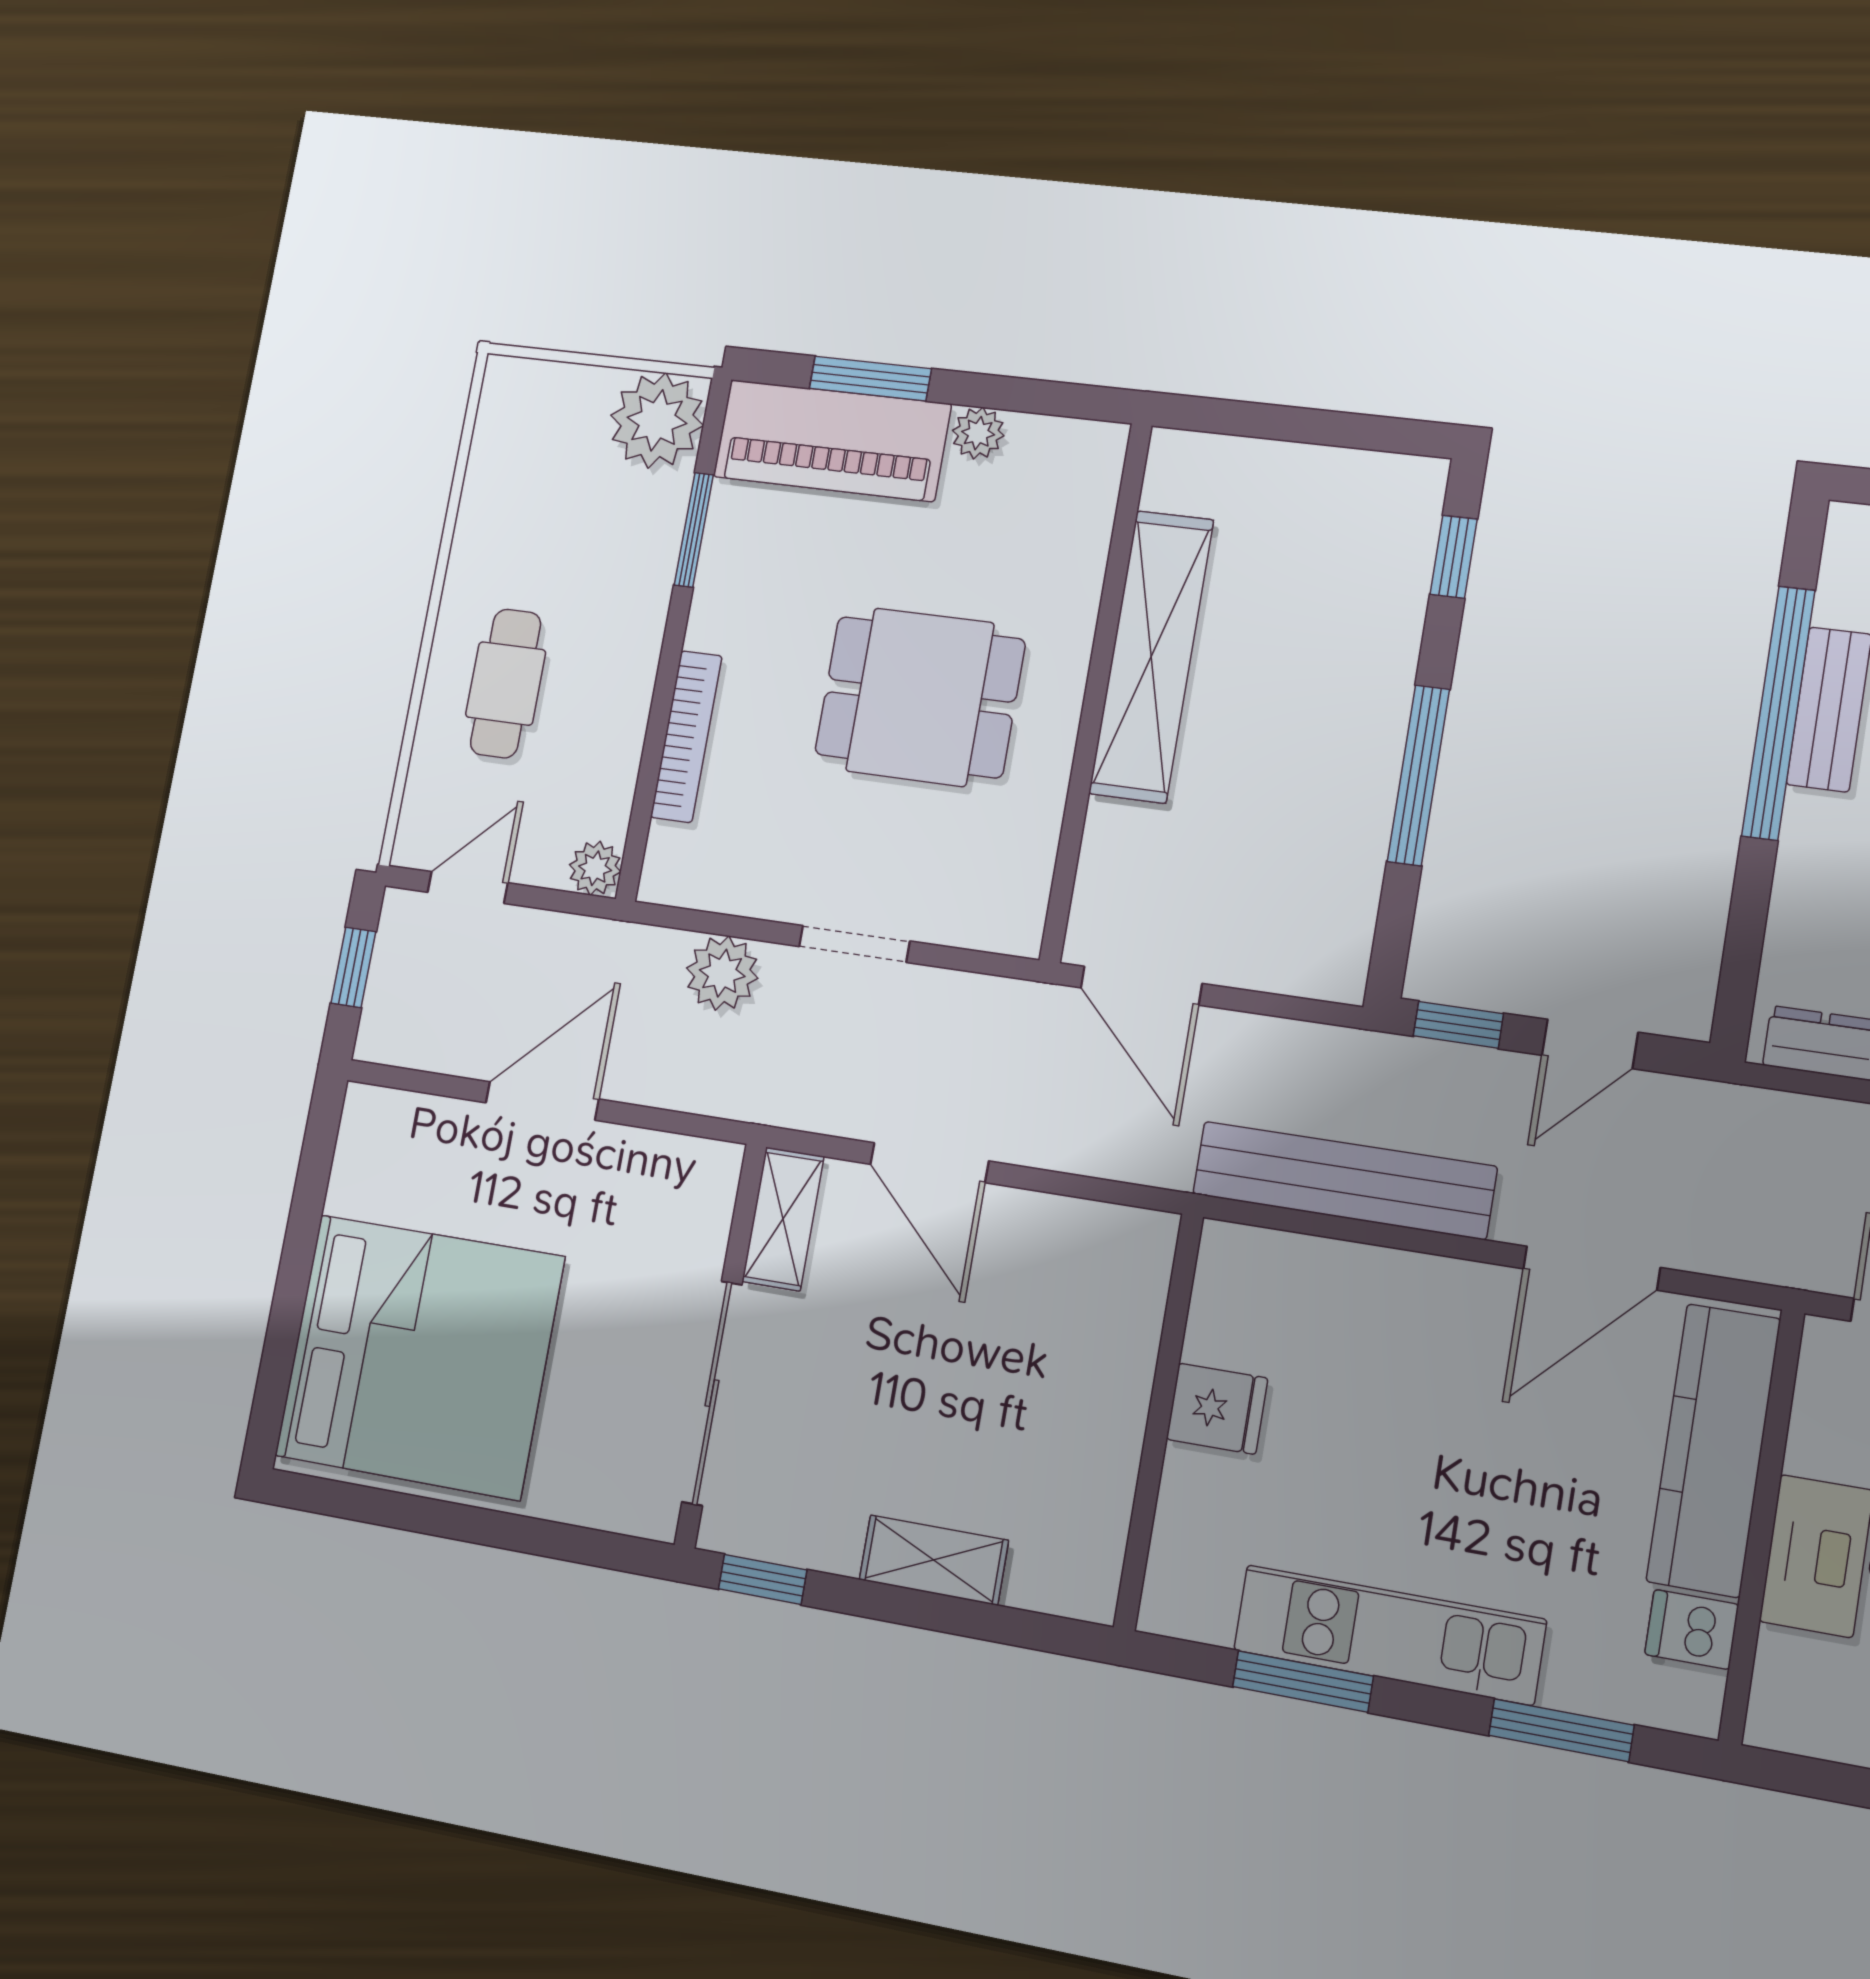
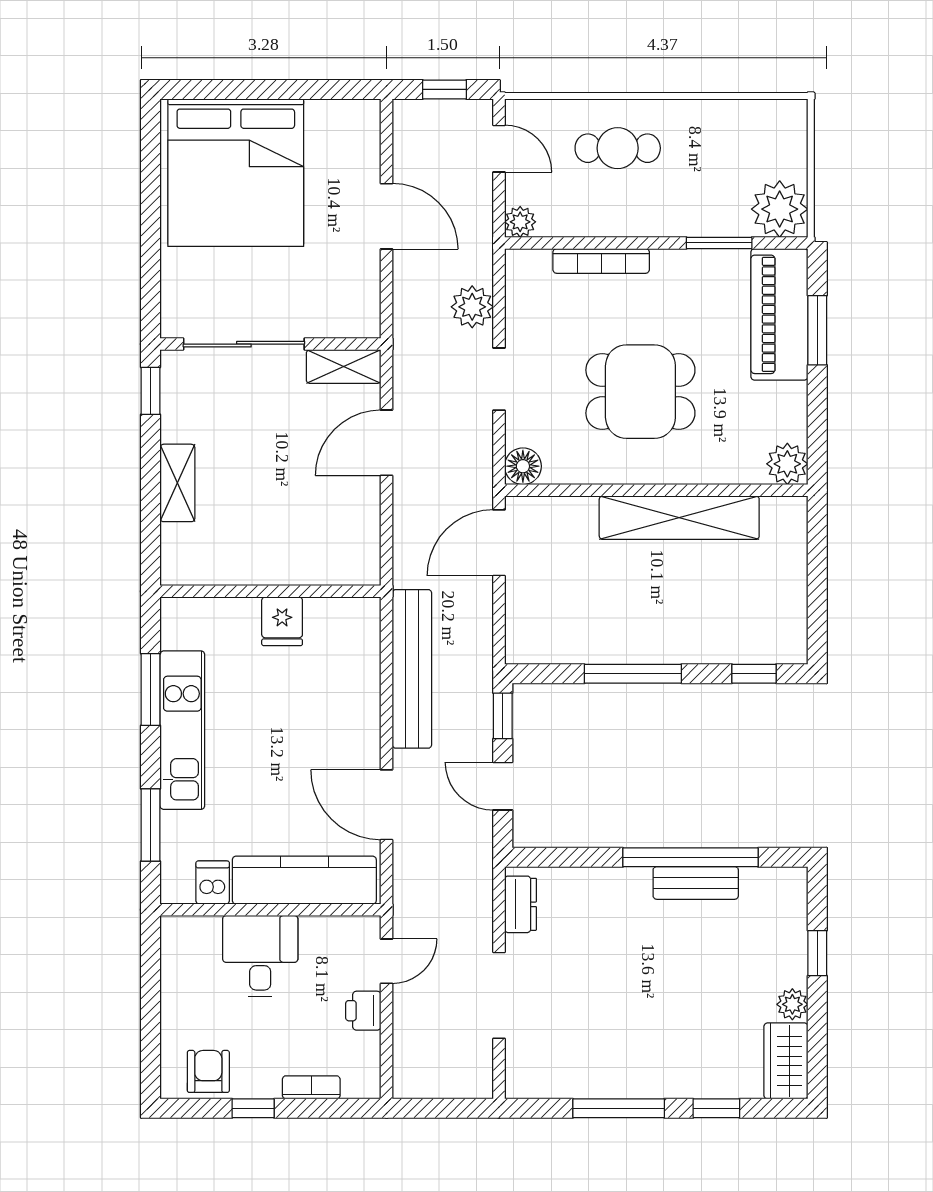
plant: (978, 433) -> (787, 464), moved, width x1.38, depth x1.38
dining table: (920, 697) -> (640, 392), turned 90
floor lamp: (1013, 923) -> (523, 466), added

